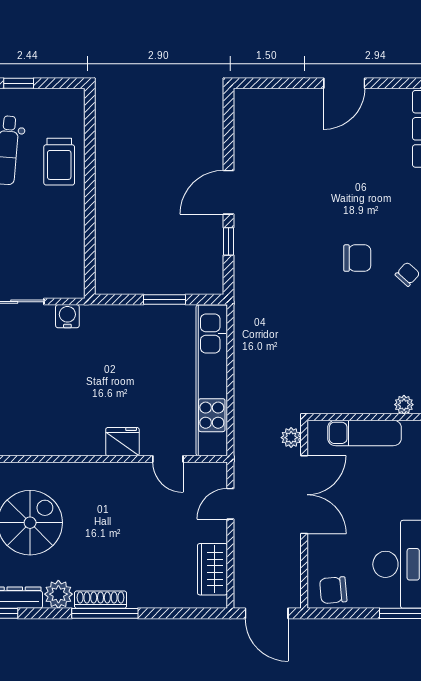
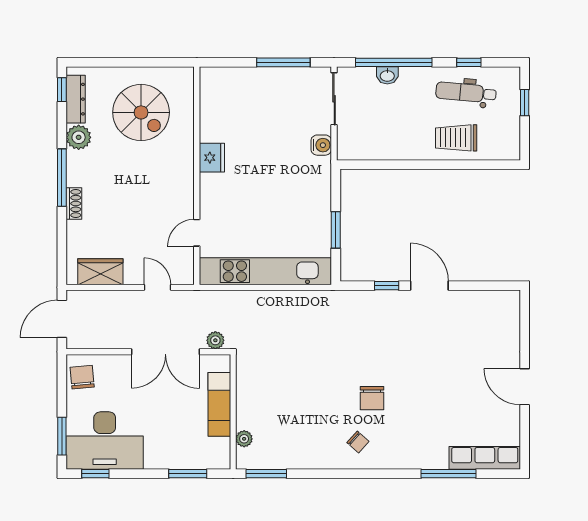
fridge: (122, 442) -> (212, 158), moved
shoe rack: (100, 600) -> (74, 204), moved, width x0.70

